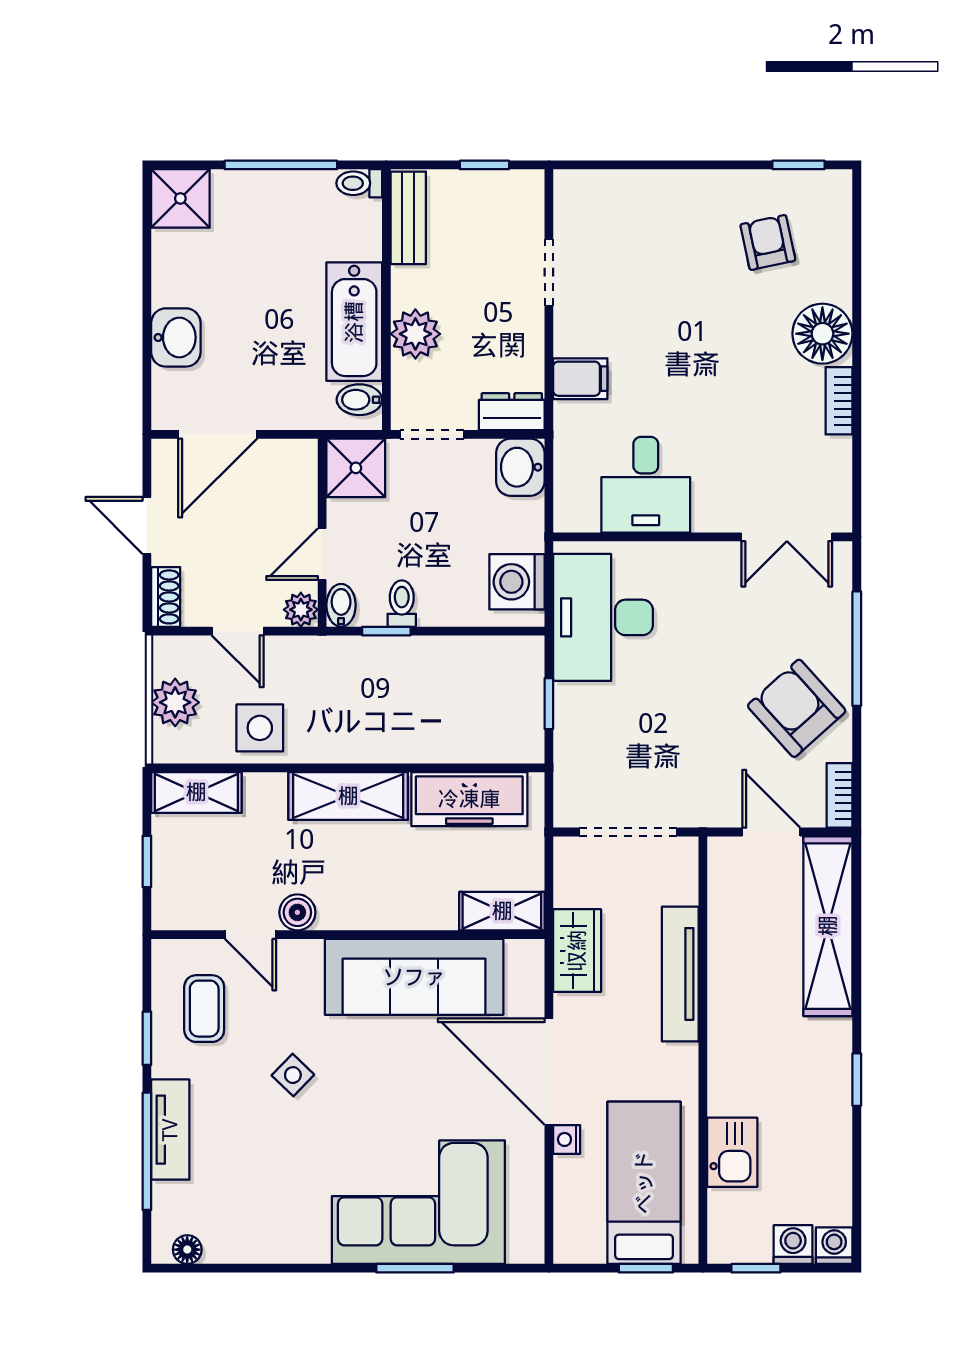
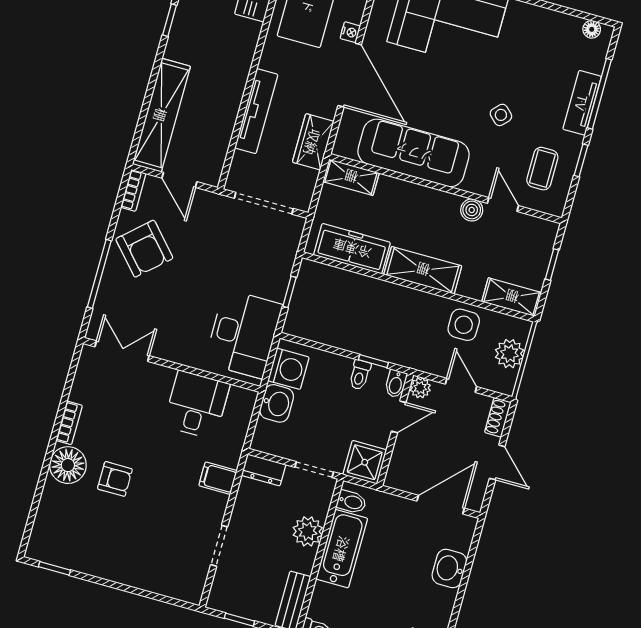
armchair: (768, 242) -> (115, 479), moved, turned -78
washbasin: (520, 467) -> (277, 403), moved

